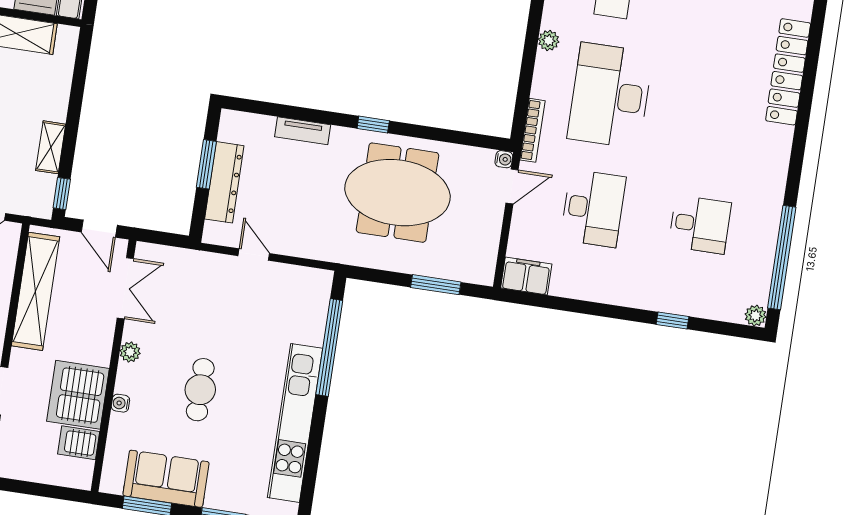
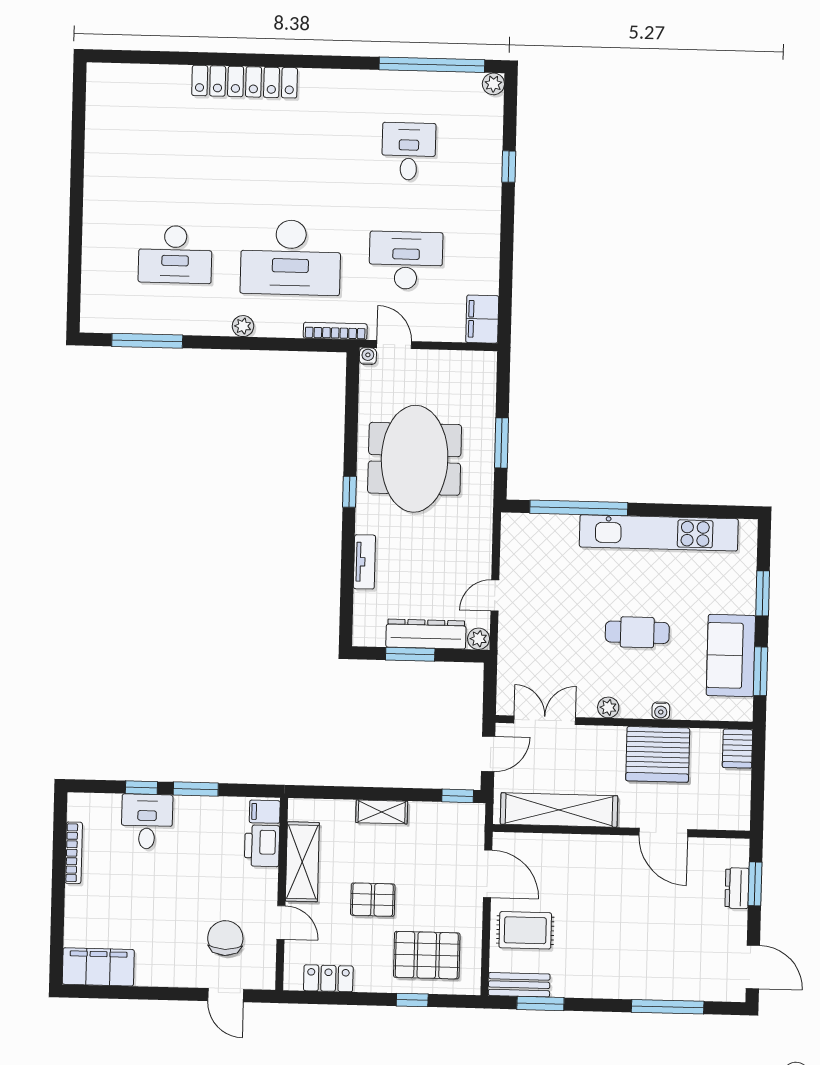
shelving: (51, 147) -> (382, 812), moved
plant: (213, 233) -> (479, 639), added
window: (436, 285) -> (501, 443), moved
server rack: (79, 443) -> (737, 749), moved

